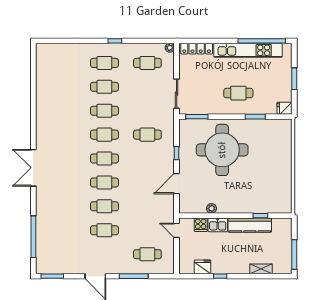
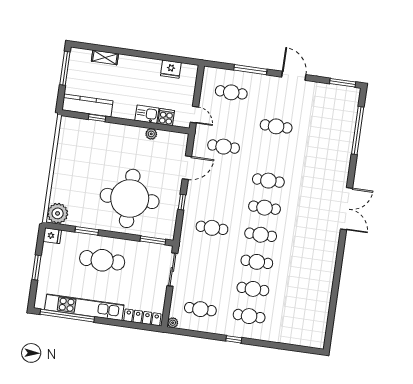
cafe table: (238, 93) -> (102, 260), width x1.37, depth x1.35
plant: (283, 128) -> (58, 213), added
cafe table: (104, 206) -> (224, 147), moved
kitchen counter: (250, 225) -> (87, 105), moved
window: (220, 276) -> (152, 56), removed

